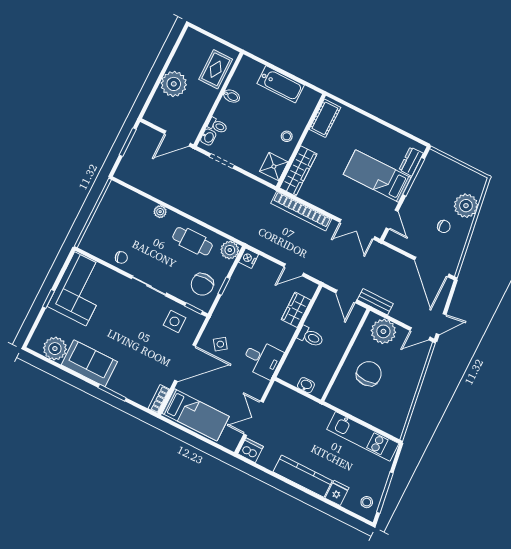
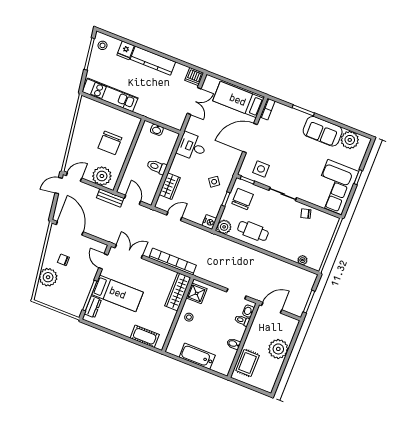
cot: (325, 118) -> (145, 336), moved, turned 90
plant: (160, 212) -> (302, 260), moved
side table: (220, 344) -> (214, 182), moved

